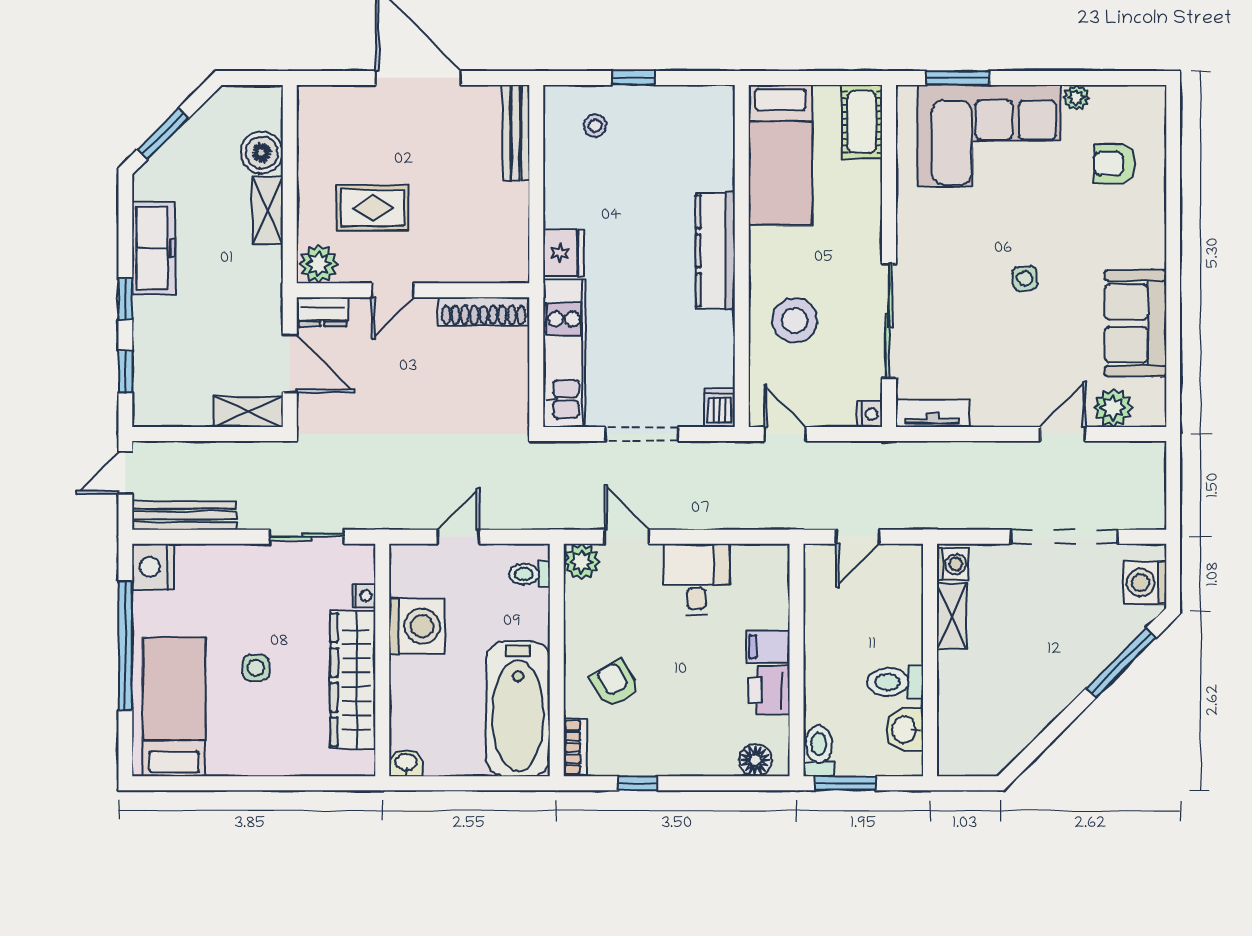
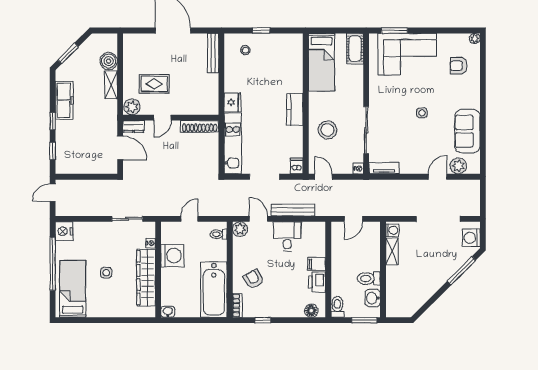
plant: (1076, 98) -> (475, 39), moved
kitchen counter: (715, 251) -> (295, 110), width x0.67
shelving: (248, 412) -> (103, 168), removed
bench: (184, 515) -> (293, 210), moved
window: (845, 783) -> (364, 320), moved

